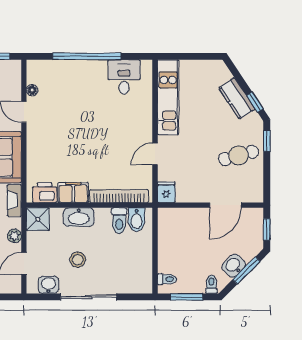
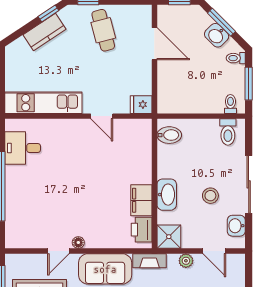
floor lamp: (32, 90) -> (78, 242), moved
bookcase: (119, 196) -> (145, 153), removed
toilet: (119, 221) -> (228, 132), moved, turned 90

